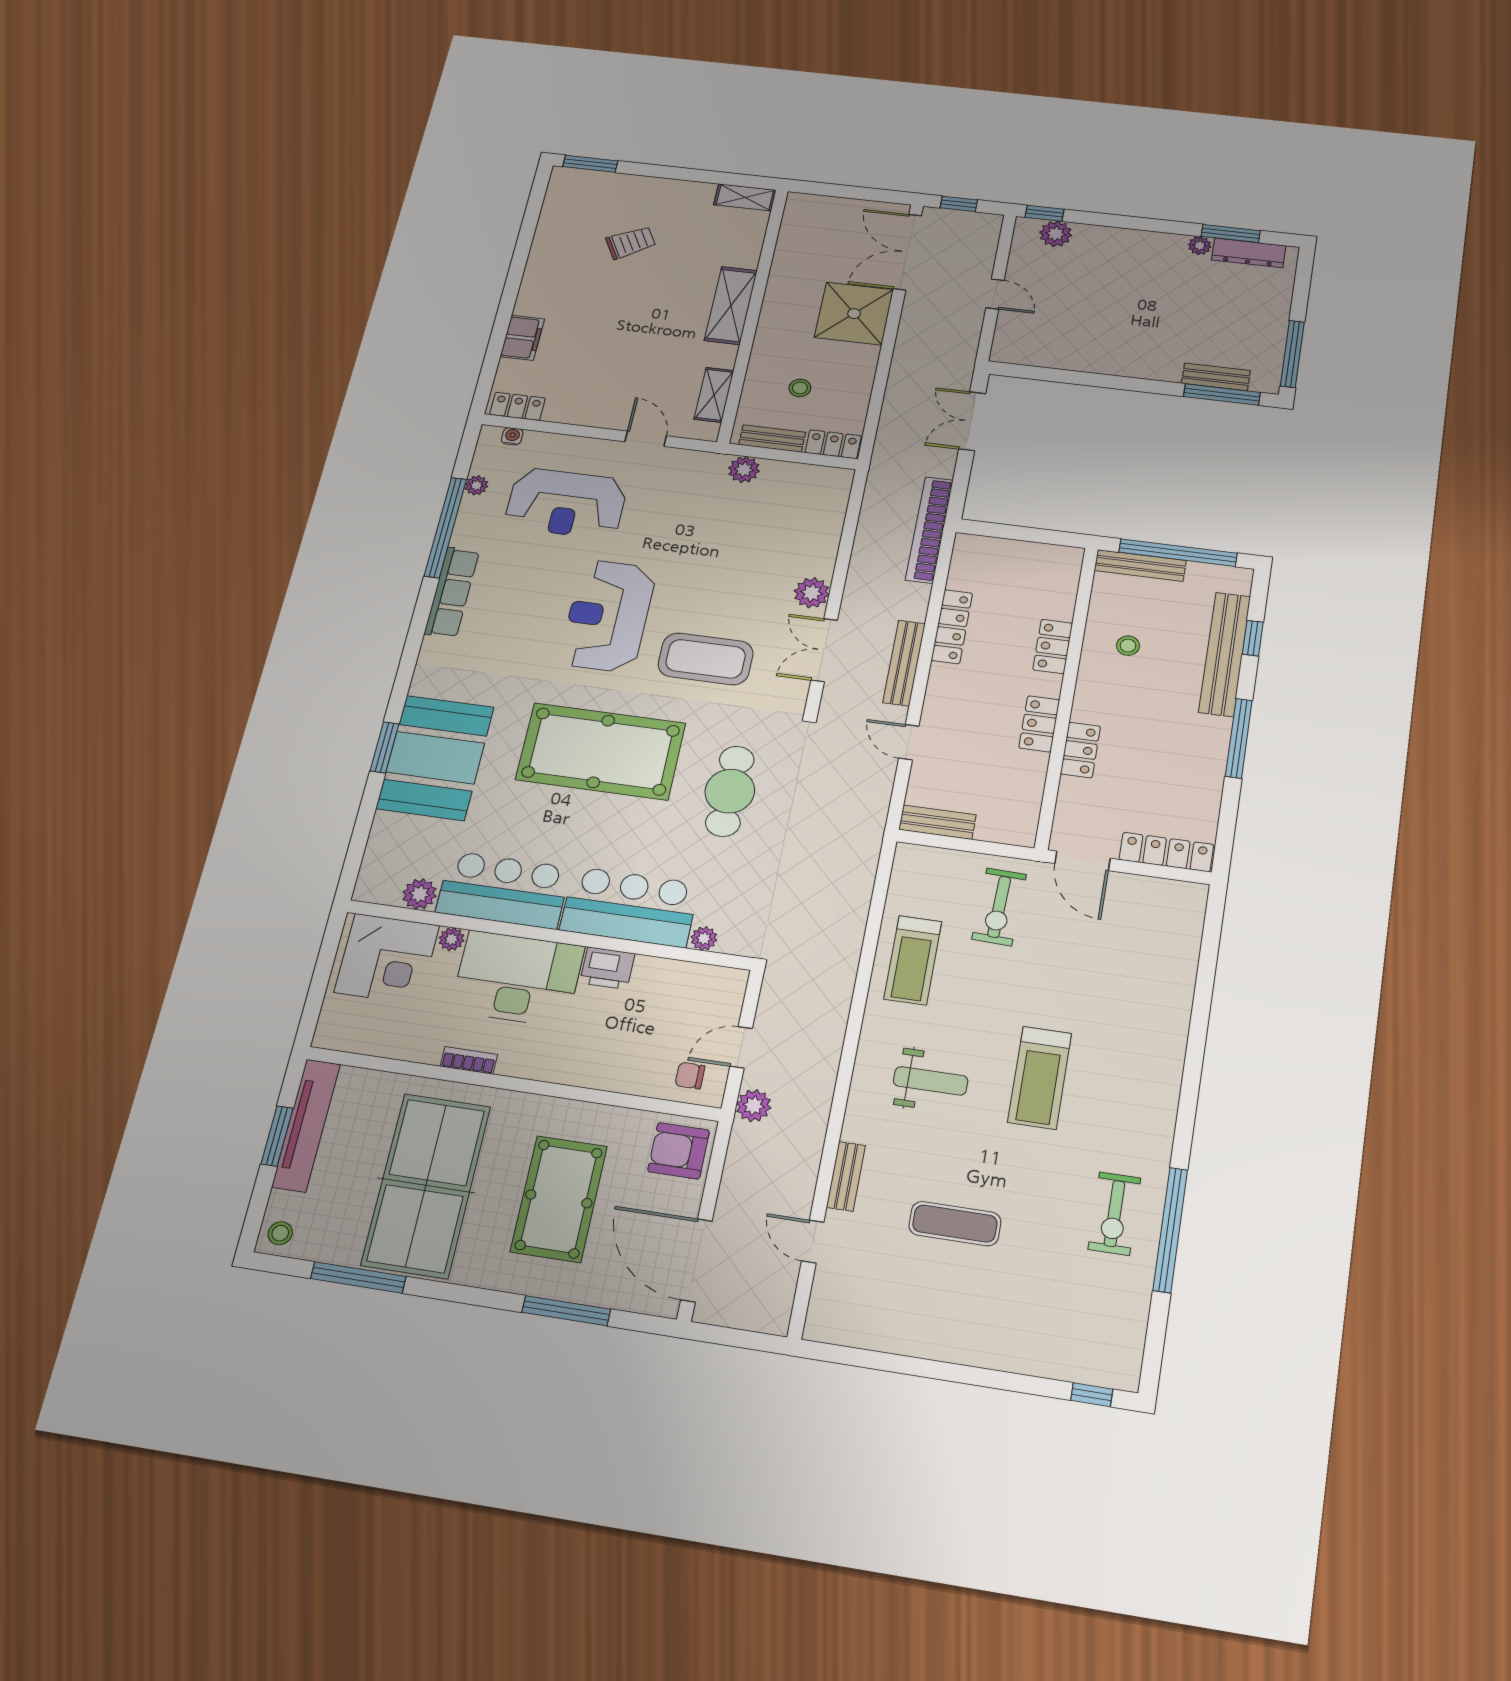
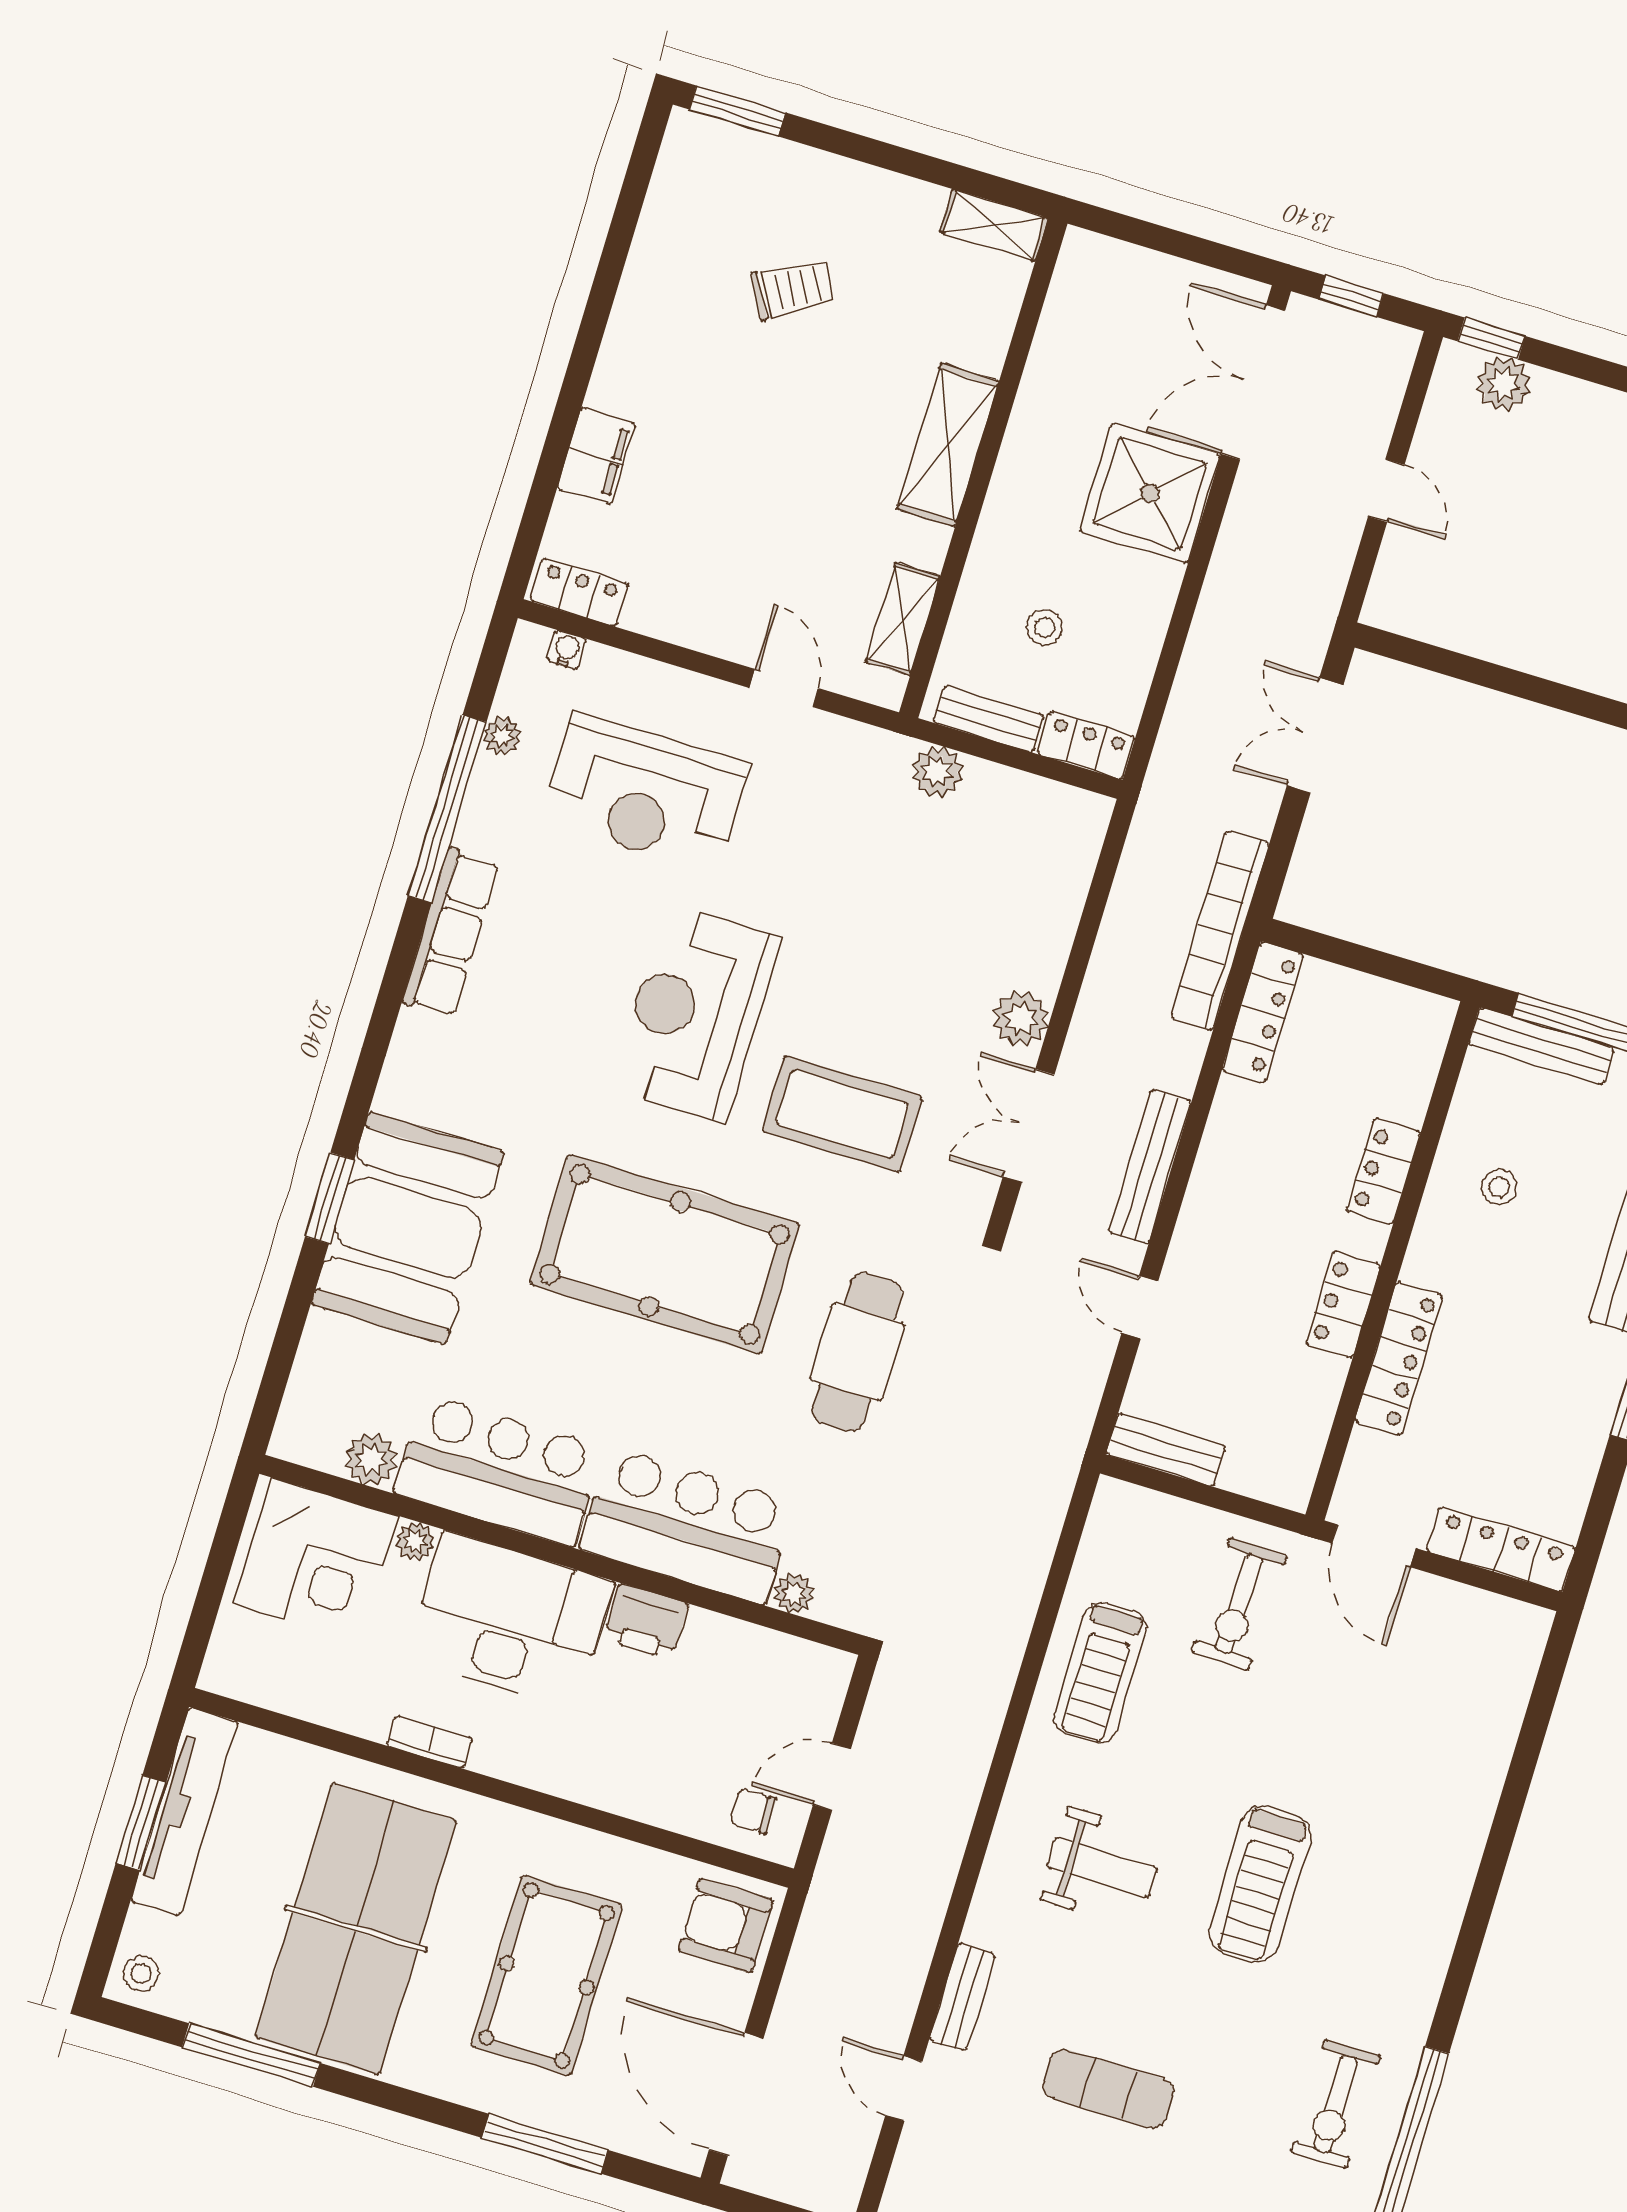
locker: (952, 627) -> (1263, 1012), moved
locker: (1080, 750) -> (1399, 1359), width x1.53
plant: (754, 1106) -> (841, 1871), removed

